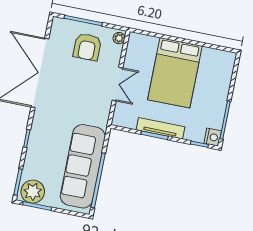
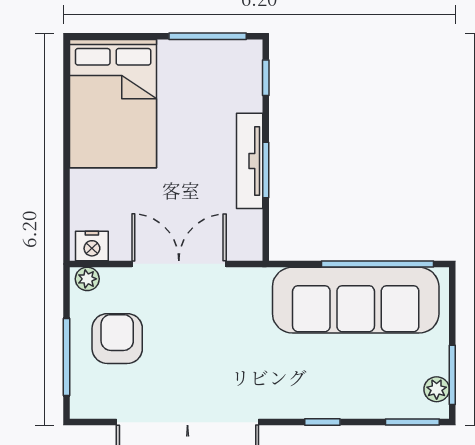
armchair: (87, 47) -> (117, 339), turned -90
bed: (175, 73) -> (113, 104), moved, turned 90
double door: (117, 84) -> (179, 264), width x1.37
nightstand: (213, 137) -> (92, 246), moved, turned 180
plant: (33, 192) -> (437, 389), width x0.53, depth x0.53

